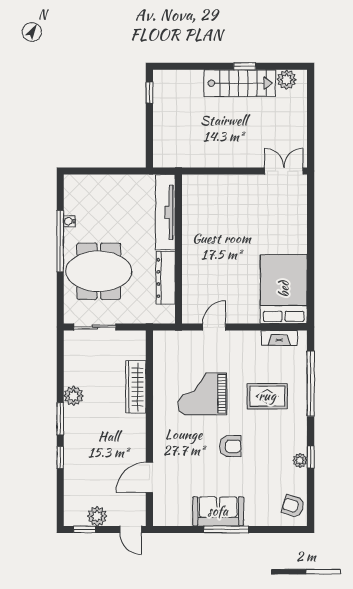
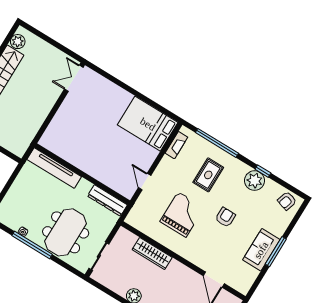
dresser: (166, 278) -> (107, 200), moved
grand piano: (203, 394) -> (182, 214), turned 180
plant: (300, 460) -> (255, 181), width x1.88, depth x1.88

